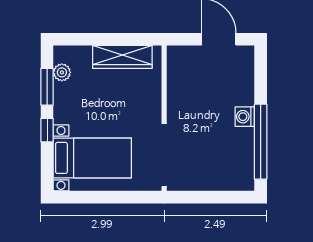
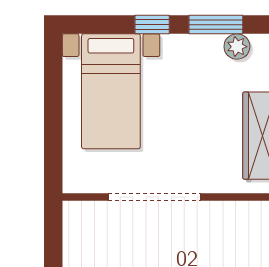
doorway: (164, 155) -> (155, 197), moved

